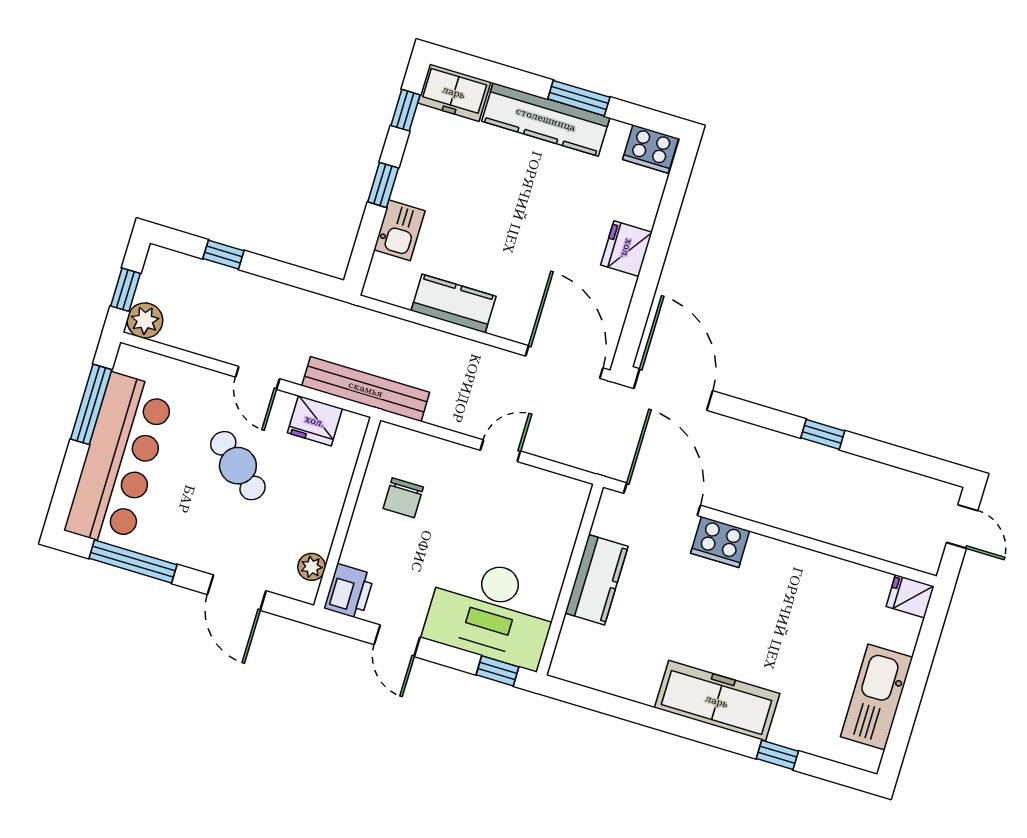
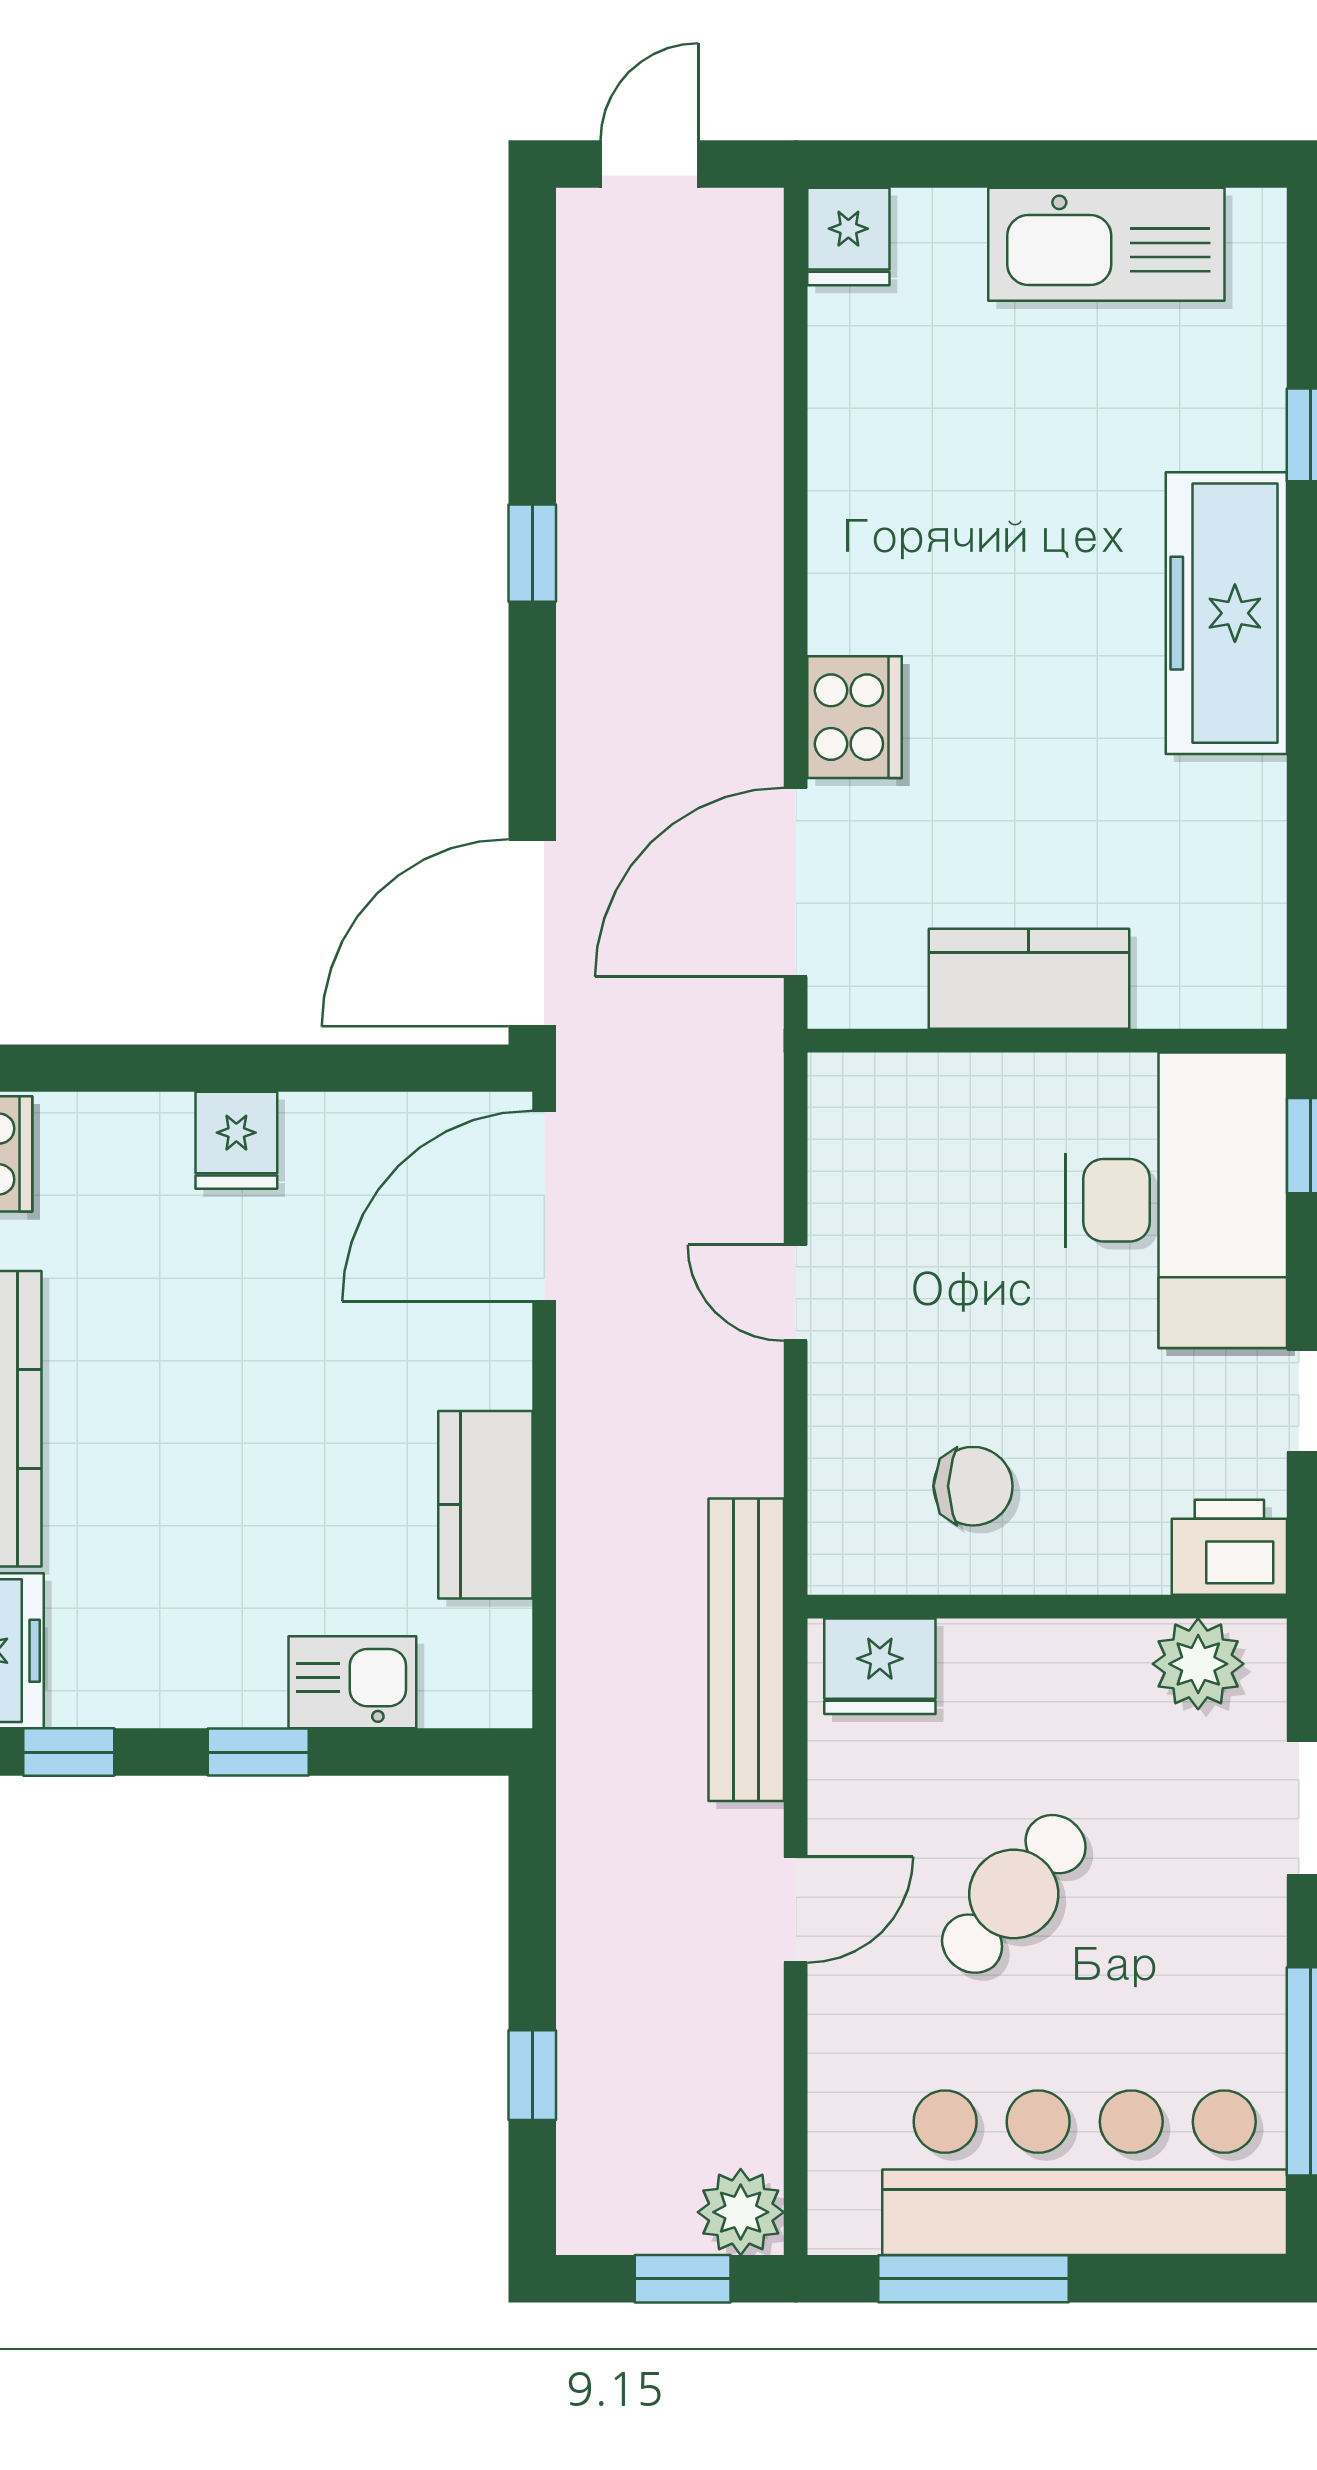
fridge: (627, 249) -> (236, 1140), width x0.72
fridge: (315, 421) -> (880, 1666), moved, turned 90
plant: (312, 567) -> (1198, 1664), width x1.38, depth x1.38

